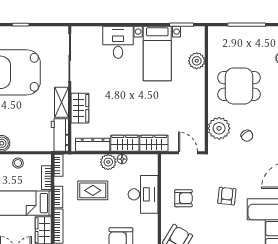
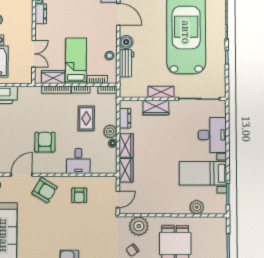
desk: (118, 42) -> (212, 135), width x1.37
workbench: (60, 135) -> (127, 63), moved, turned 90
dresser: (93, 145) -> (125, 118), width x0.70
desk: (143, 194) -> (78, 161), width x0.73
armchair: (227, 196) -> (81, 232), removed

